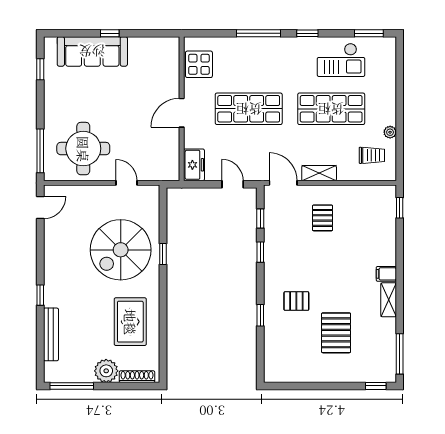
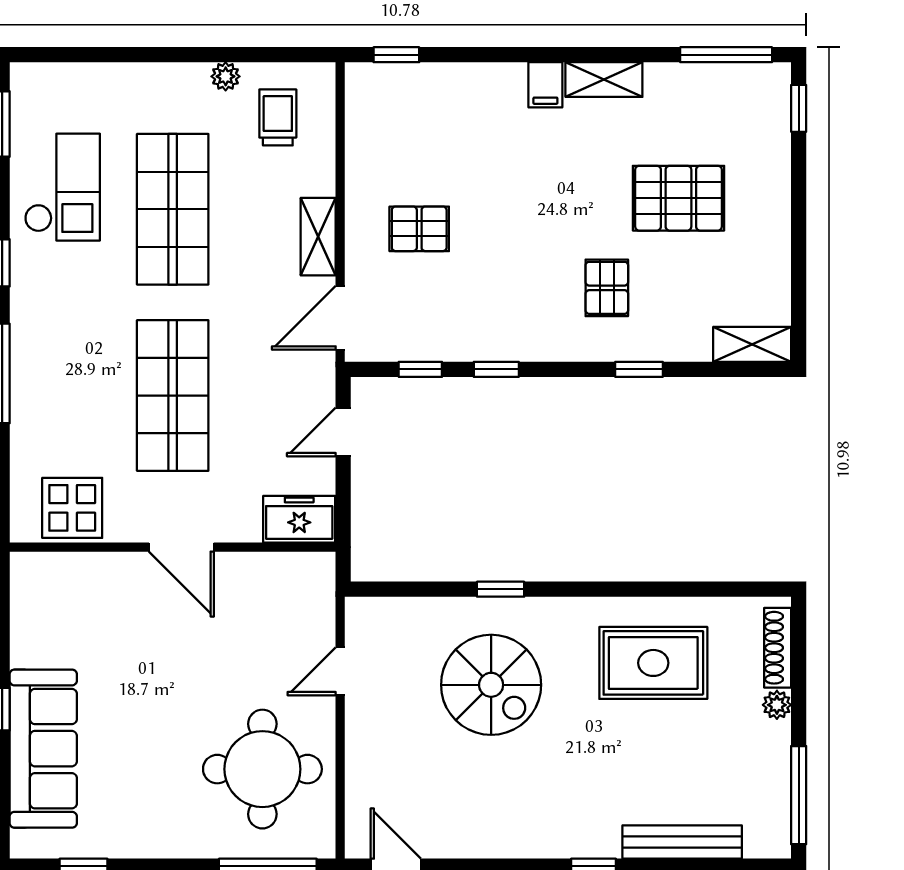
spiral stairs: (121, 250) -> (491, 685), width x0.73, depth x0.73
shelving: (271, 365) -> (752, 344), added
plant: (106, 371) -> (777, 705), width x0.53, depth x0.53

